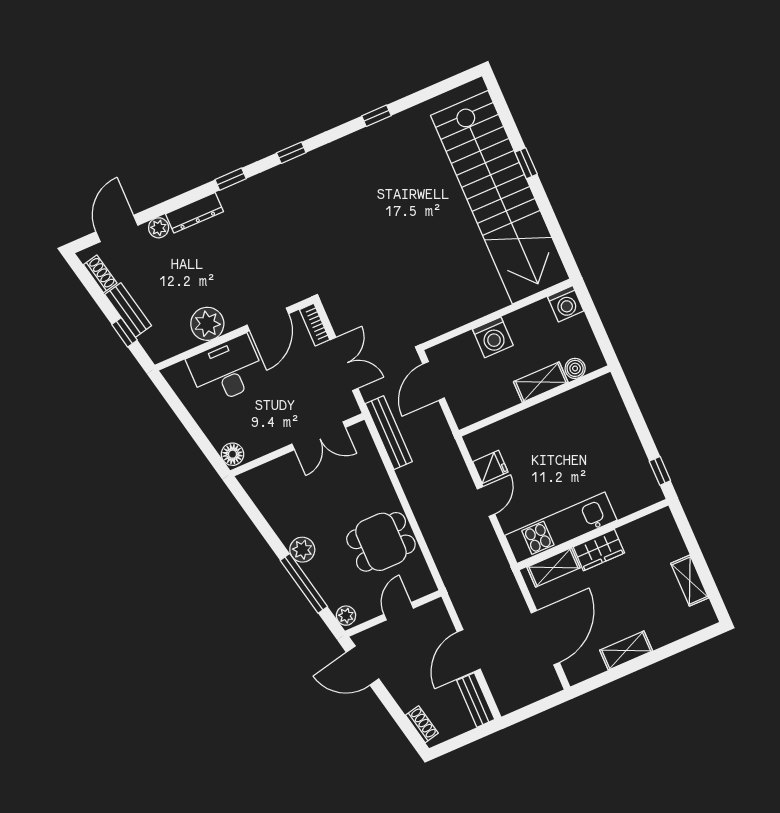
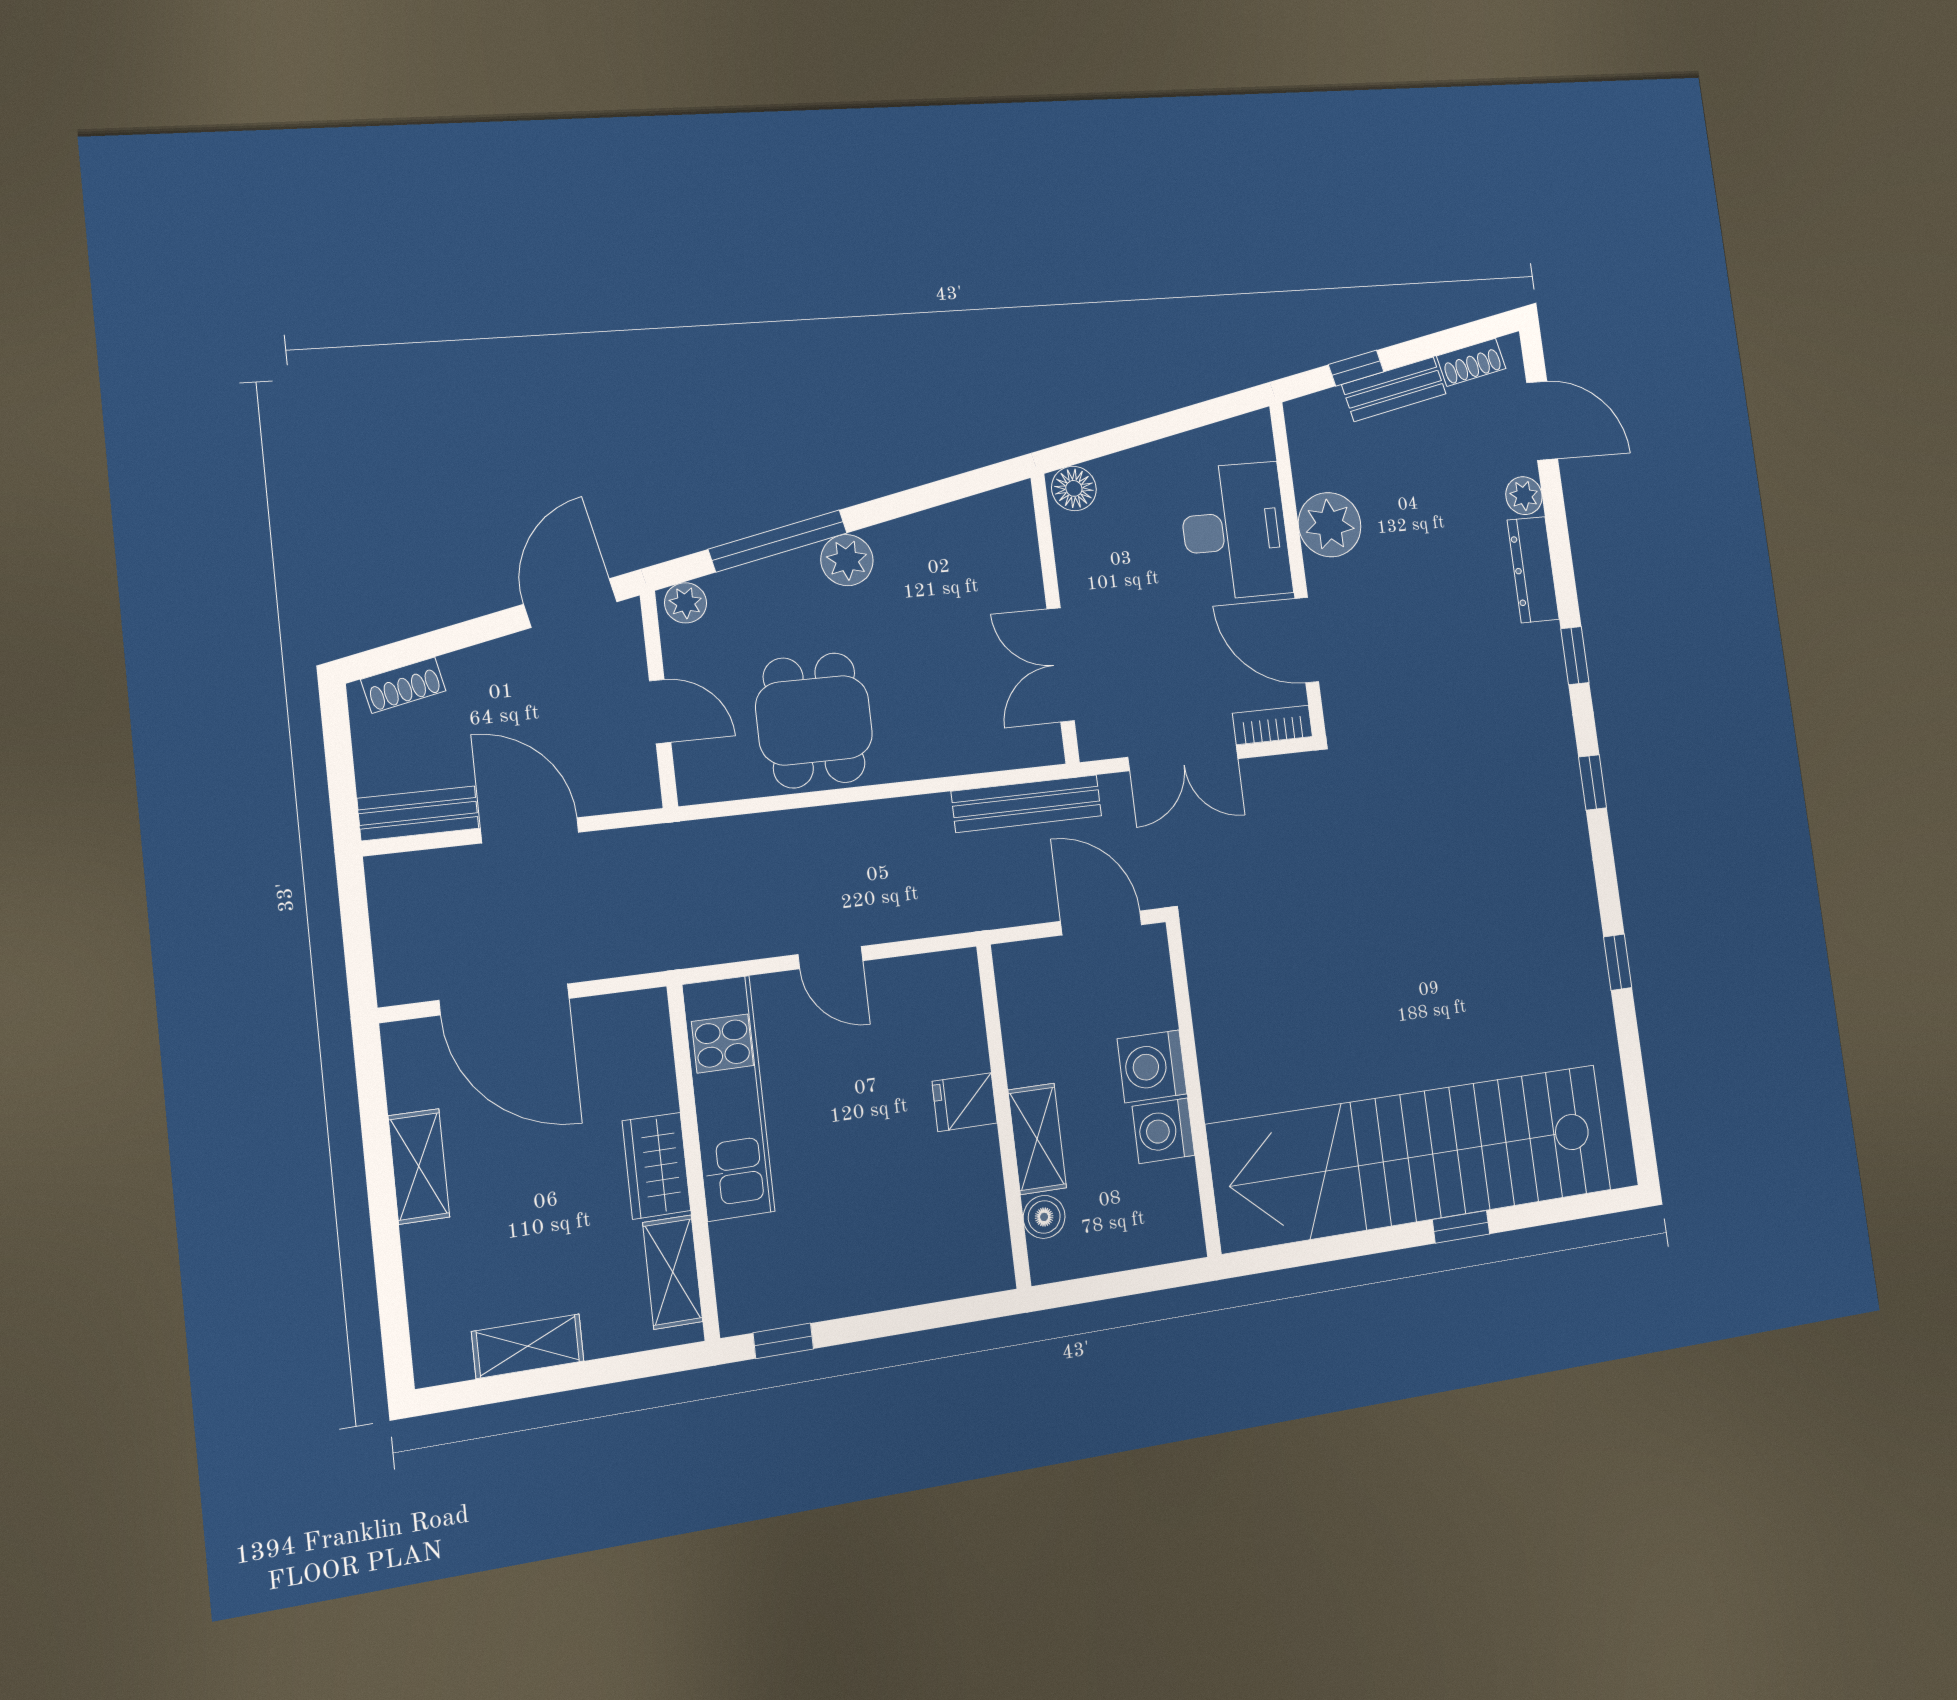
washing machine: (566, 304) -> (1163, 1131), moved
fridge: (490, 467) -> (965, 1102), moved, turned 90
shelving: (553, 567) -> (673, 1272), moved

